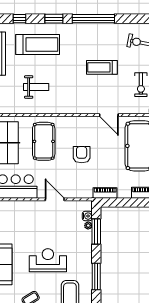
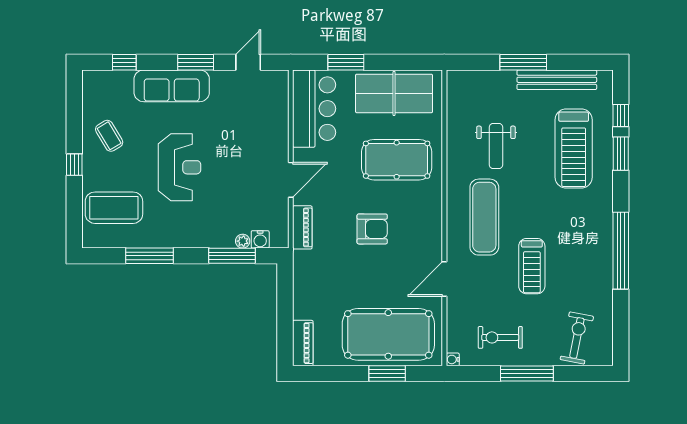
window: (54, 19) -> (621, 154), moved
treadmill: (102, 67) -> (532, 266), turned 180
exercise mat: (75, 93) -> (484, 217), added
piano: (105, 193) -> (302, 227), moved

